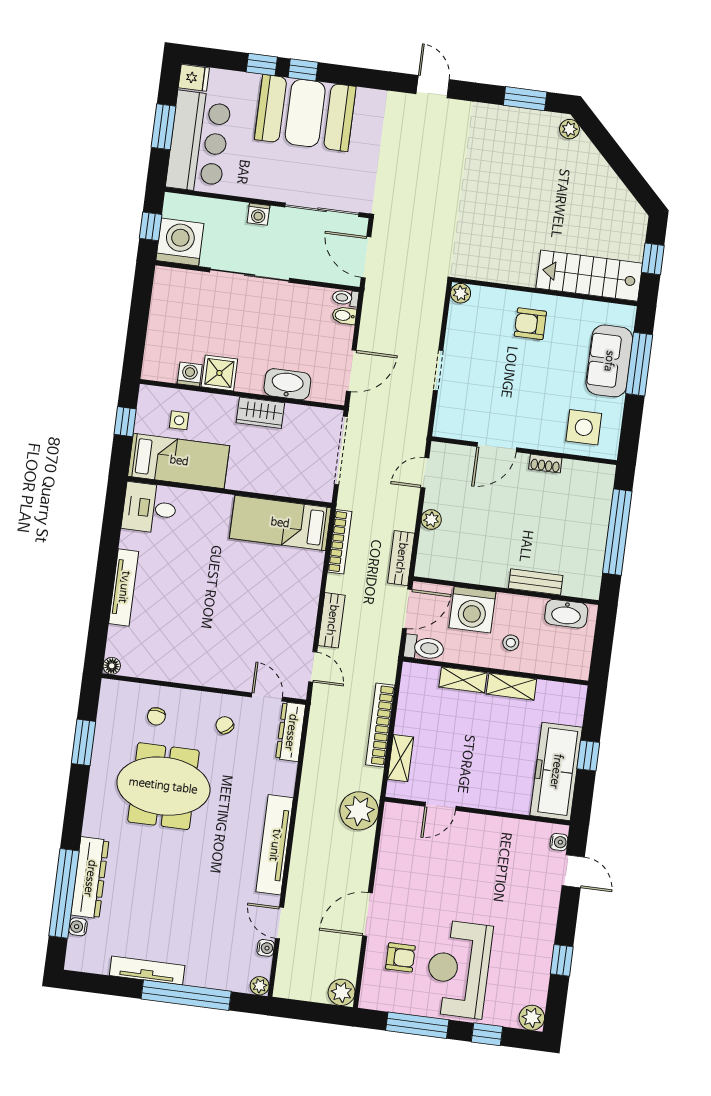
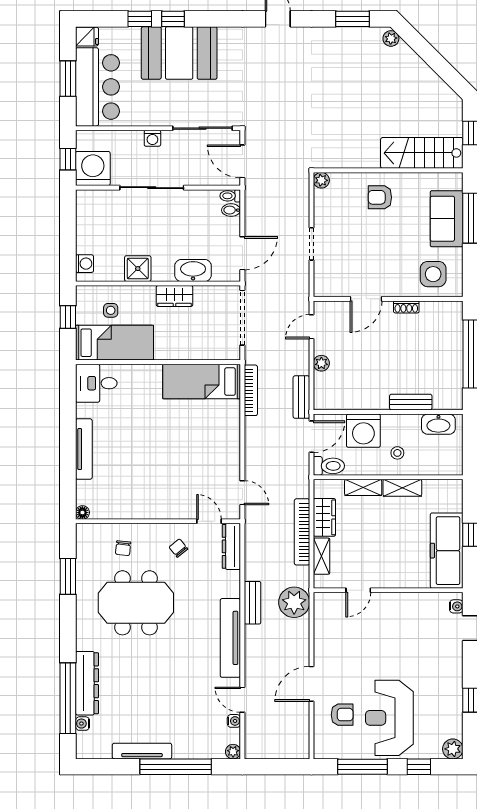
washing machine: (190, 374) -> (84, 264), moved, turned 90
bench: (332, 620) -> (253, 603), moved
wardrobe: (410, 711) -> (324, 517), added
plant: (342, 992) -> (299, 748), removed

